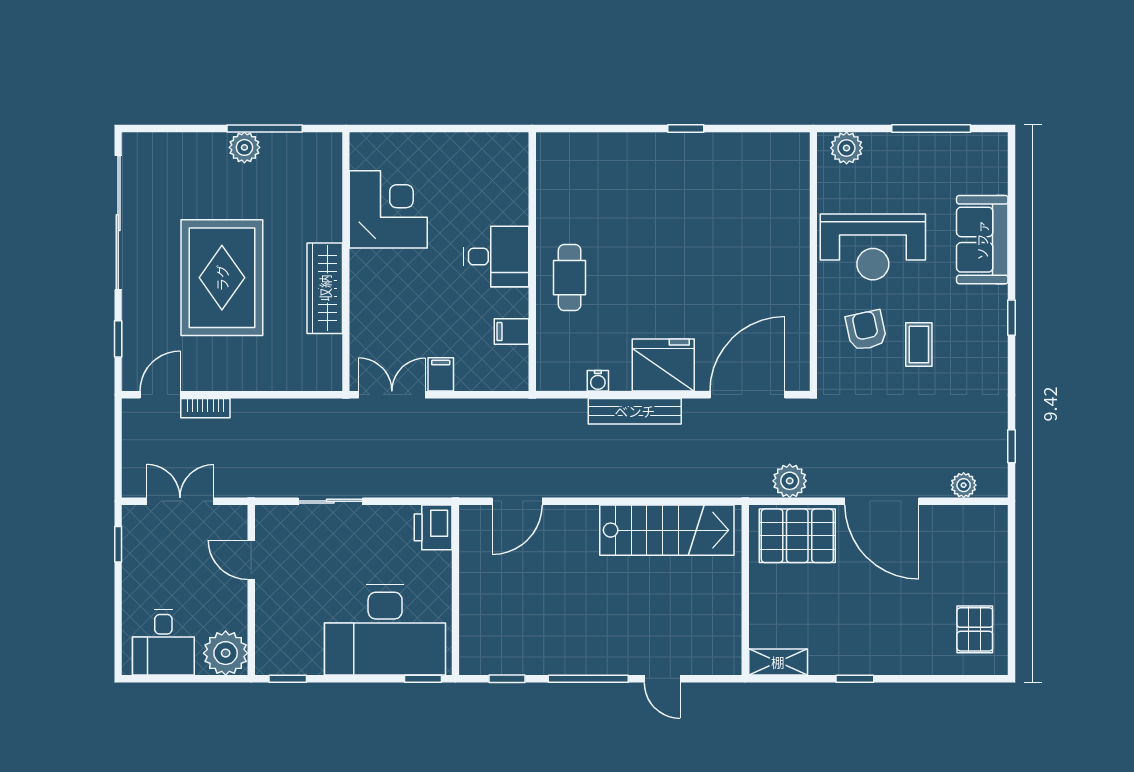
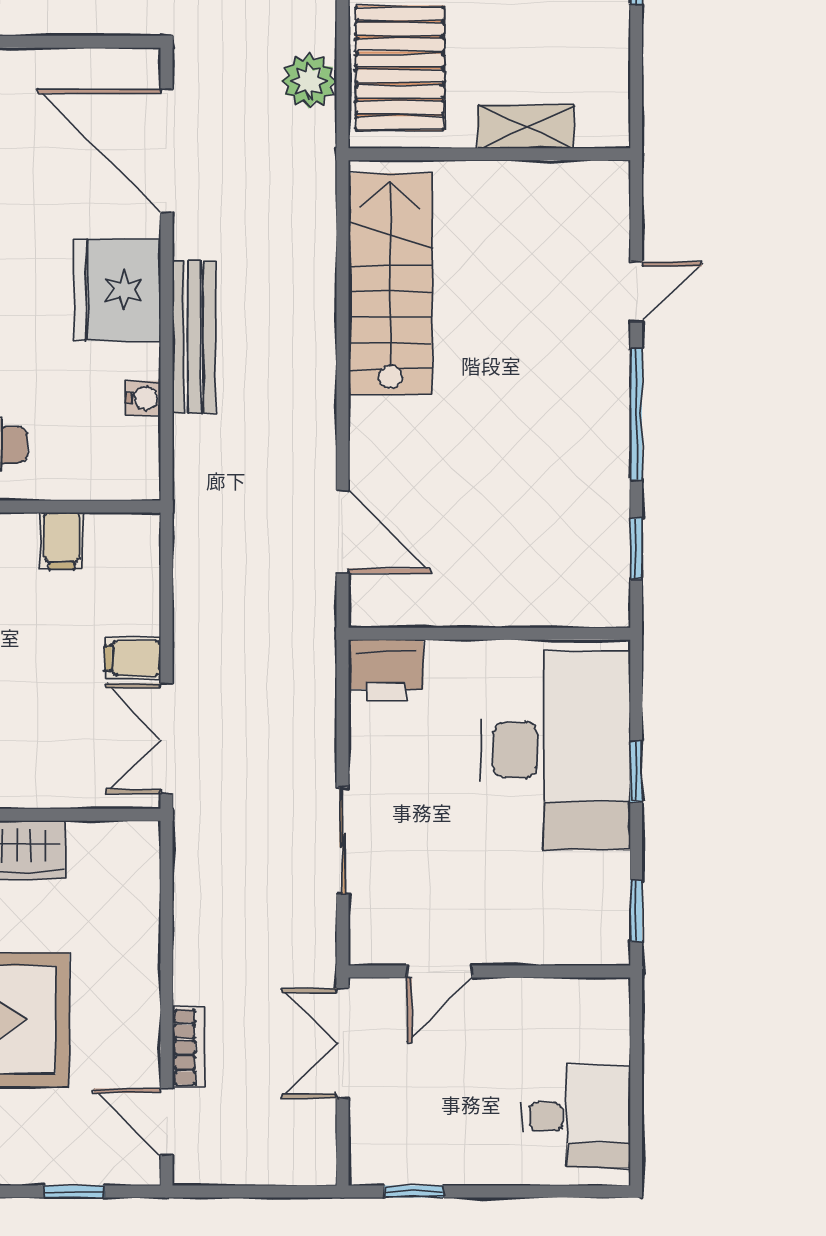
double door: (180, 501) -> (343, 1043), moved
plant: (226, 653) -> (594, 1014), removed
shelving: (778, 662) -> (525, 127), moved, turned 90
window: (423, 679) -> (636, 772), moved

